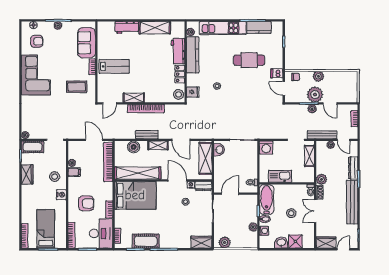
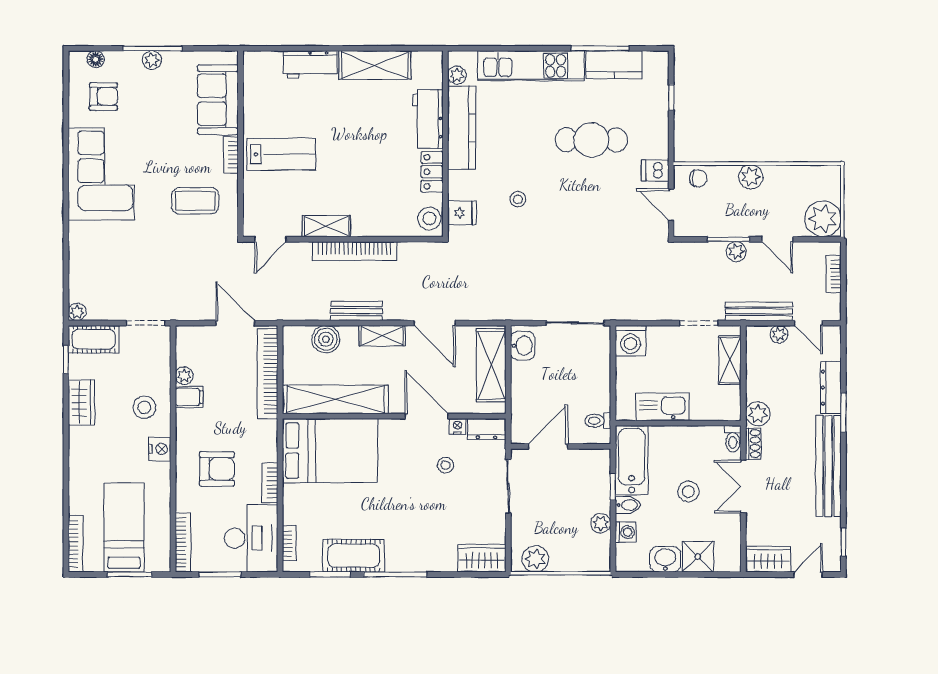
plant: (315, 95) -> (823, 219), moved

